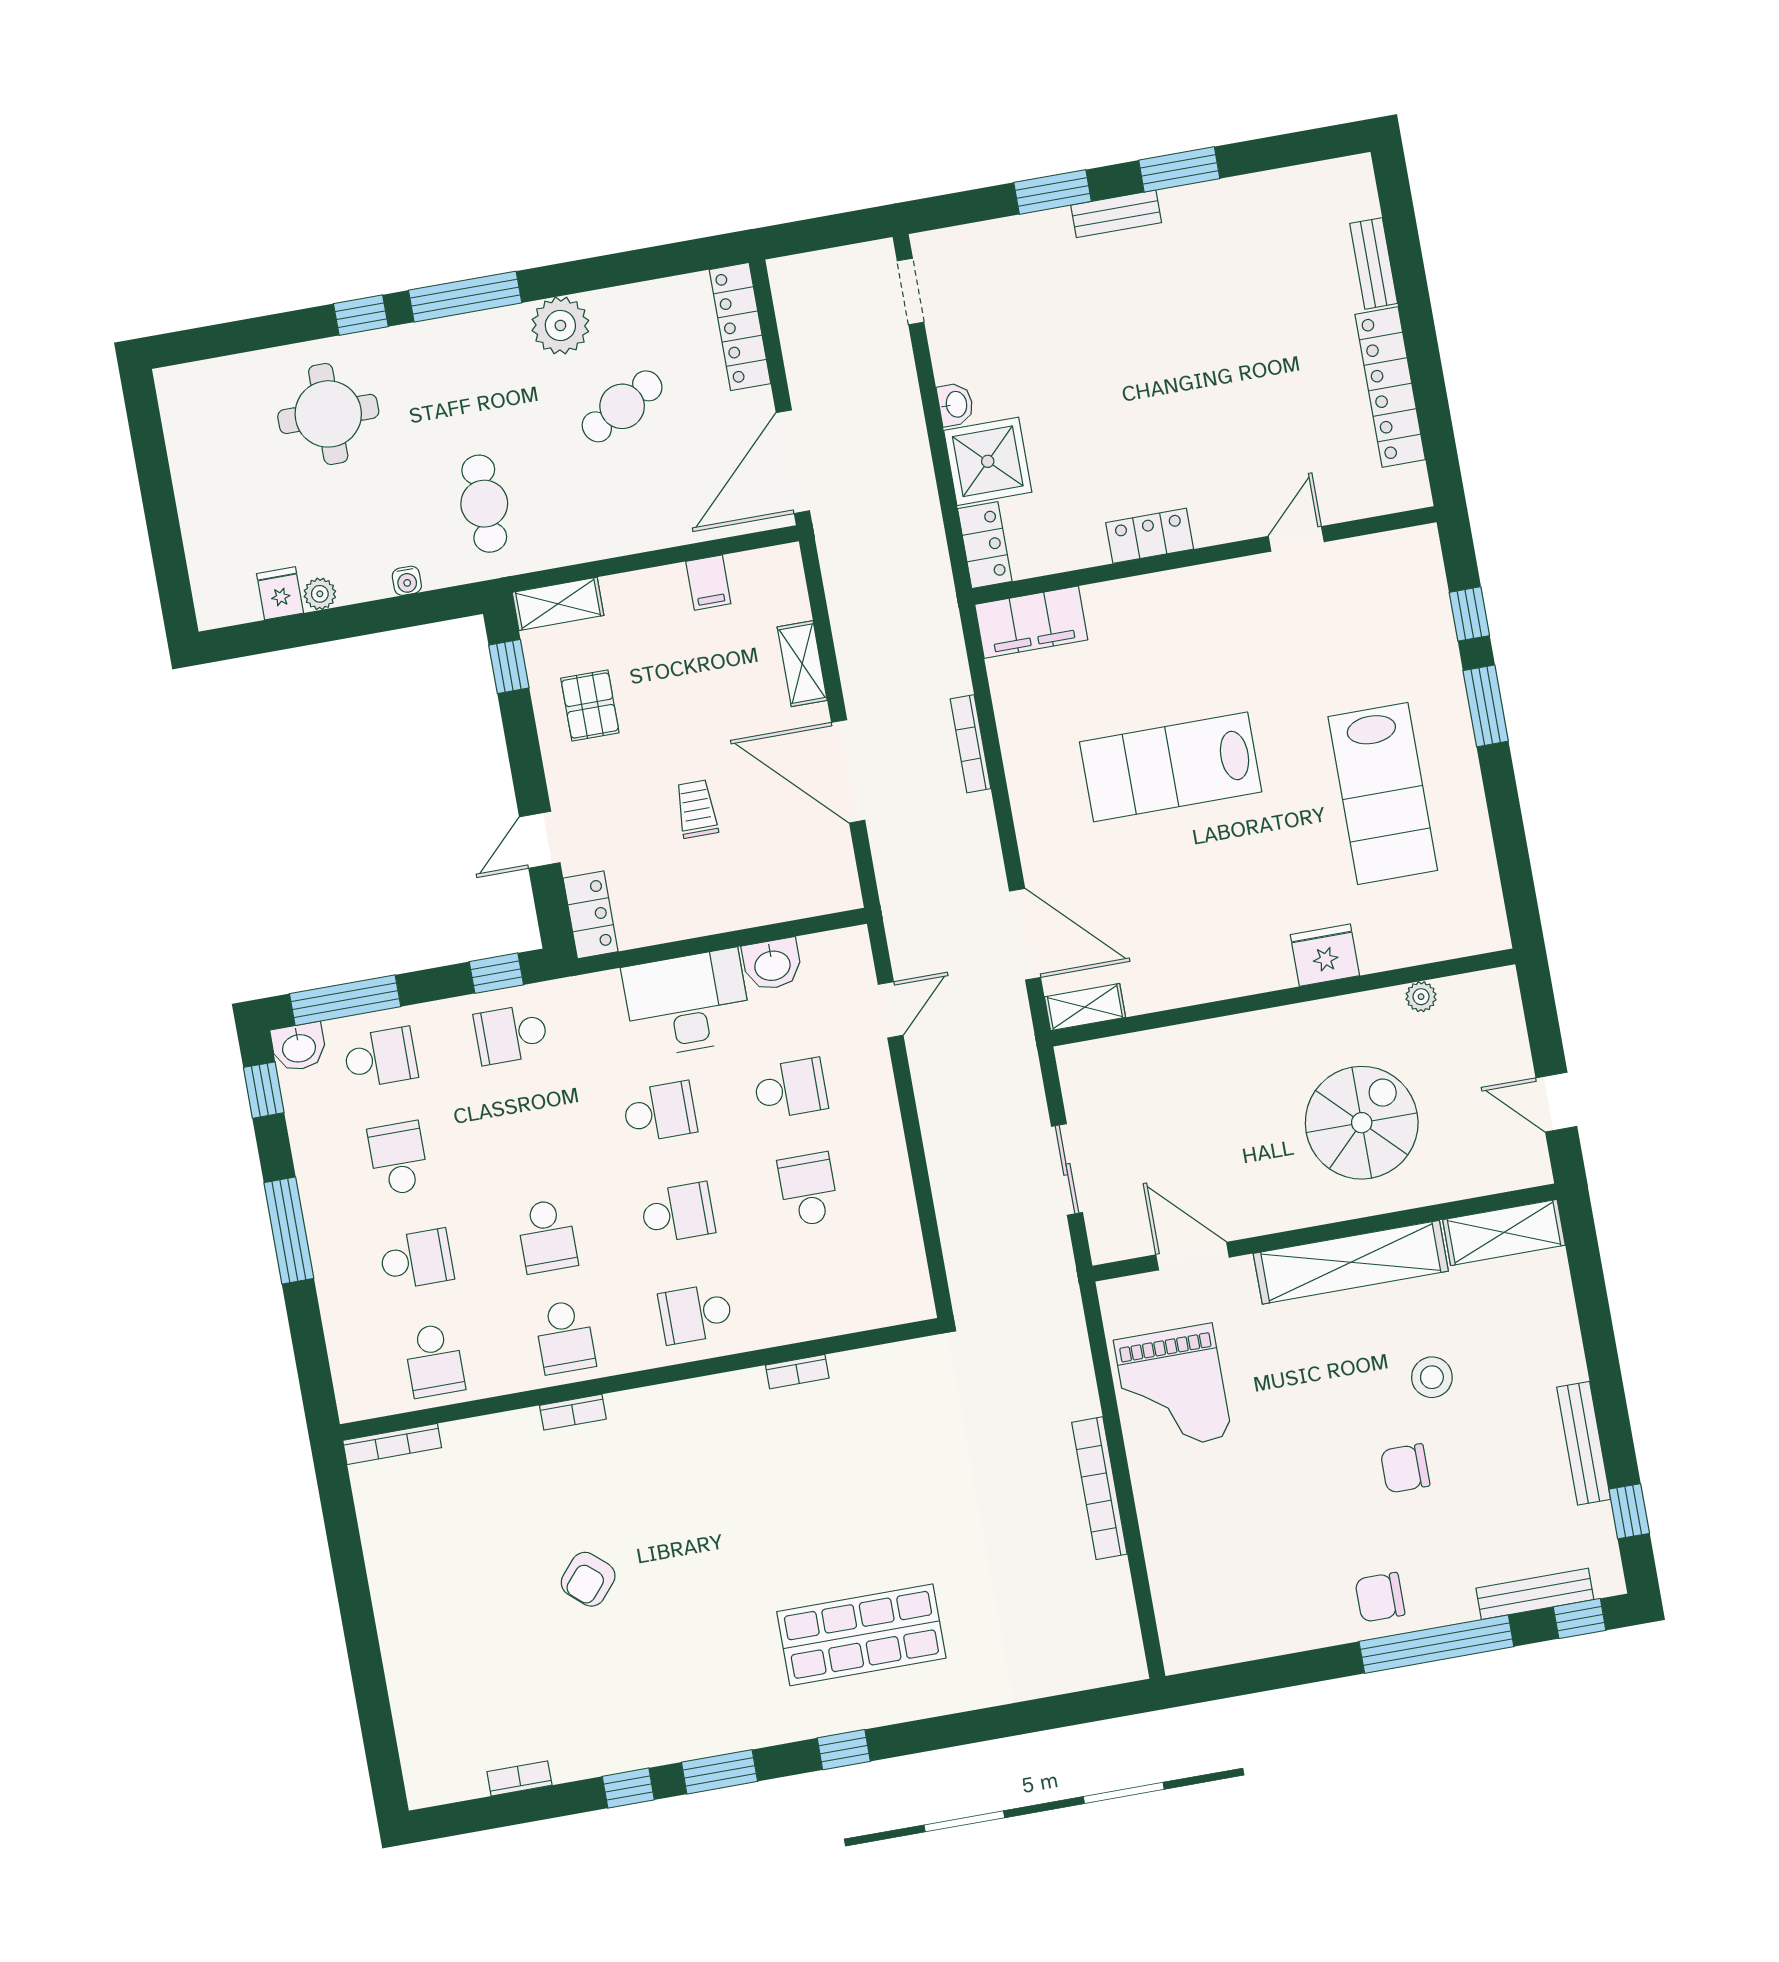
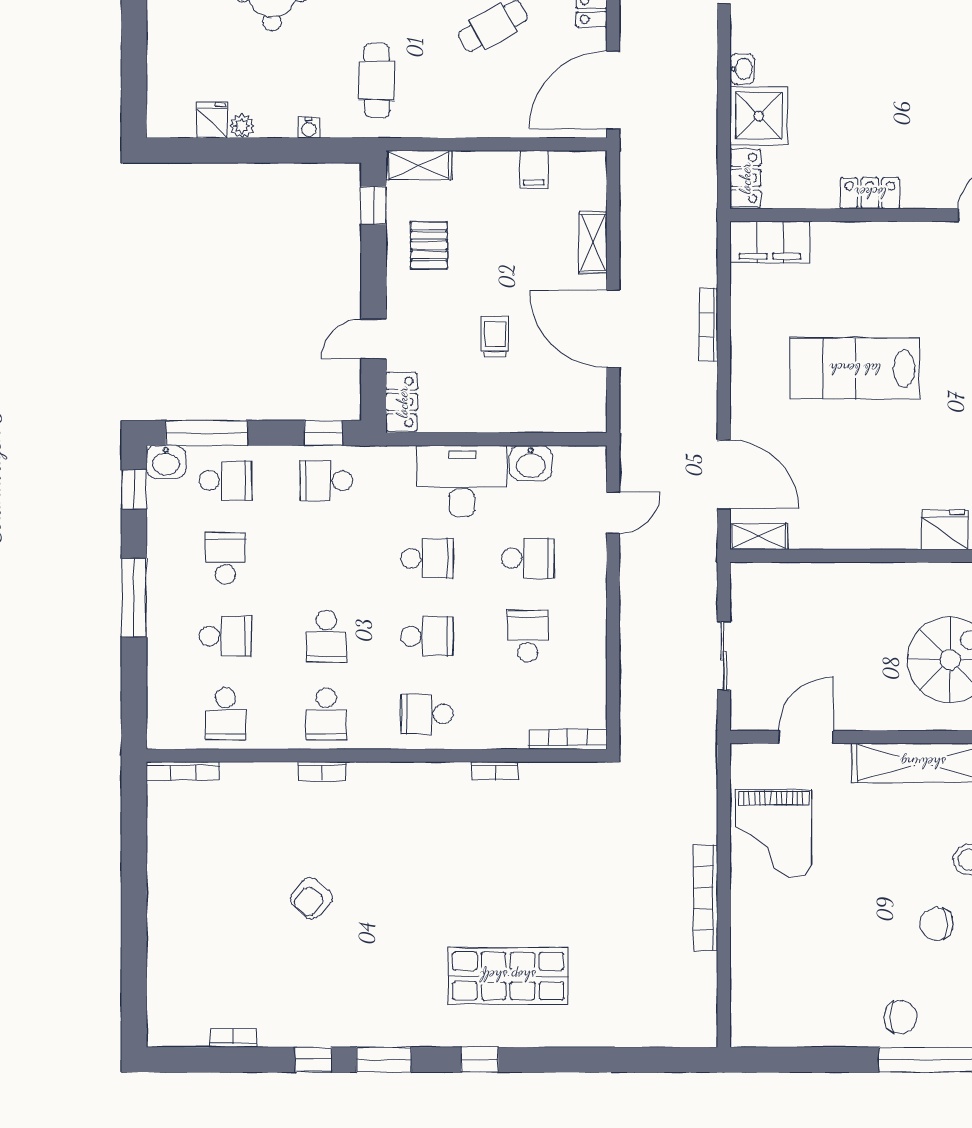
door: (1193, 1256) -> (806, 737), hinge flipped
bookcase: (884, 1314) -> (568, 739), added
chair: (1380, 1597) -> (901, 1017), turned 180

